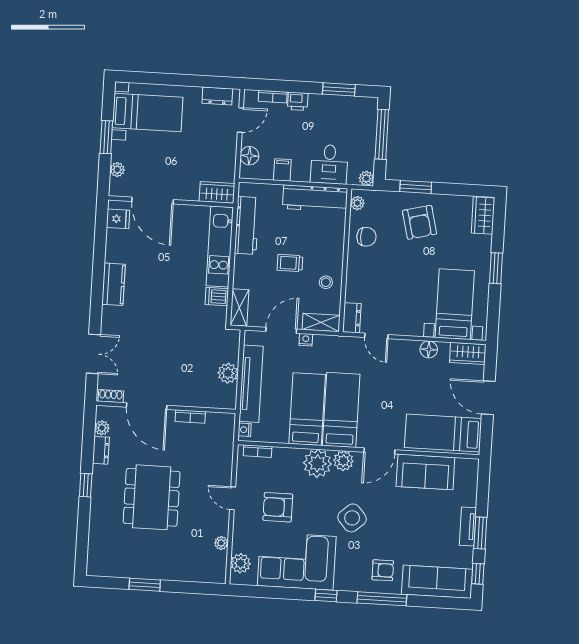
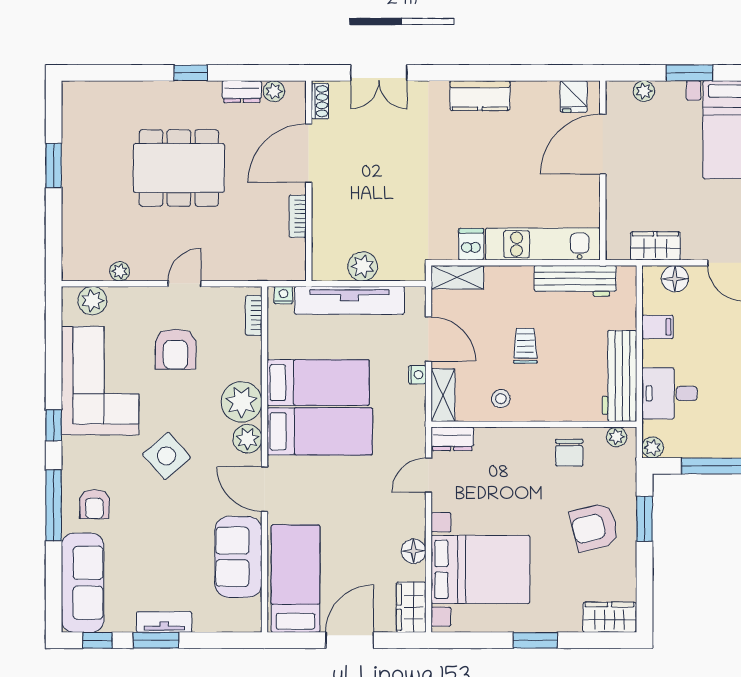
wardrobe: (217, 192) -> (655, 246), moved, turned -90
bed with nightstands: (455, 304) -> (480, 569), width x1.36
armchair: (278, 507) -> (176, 349), turned 180

